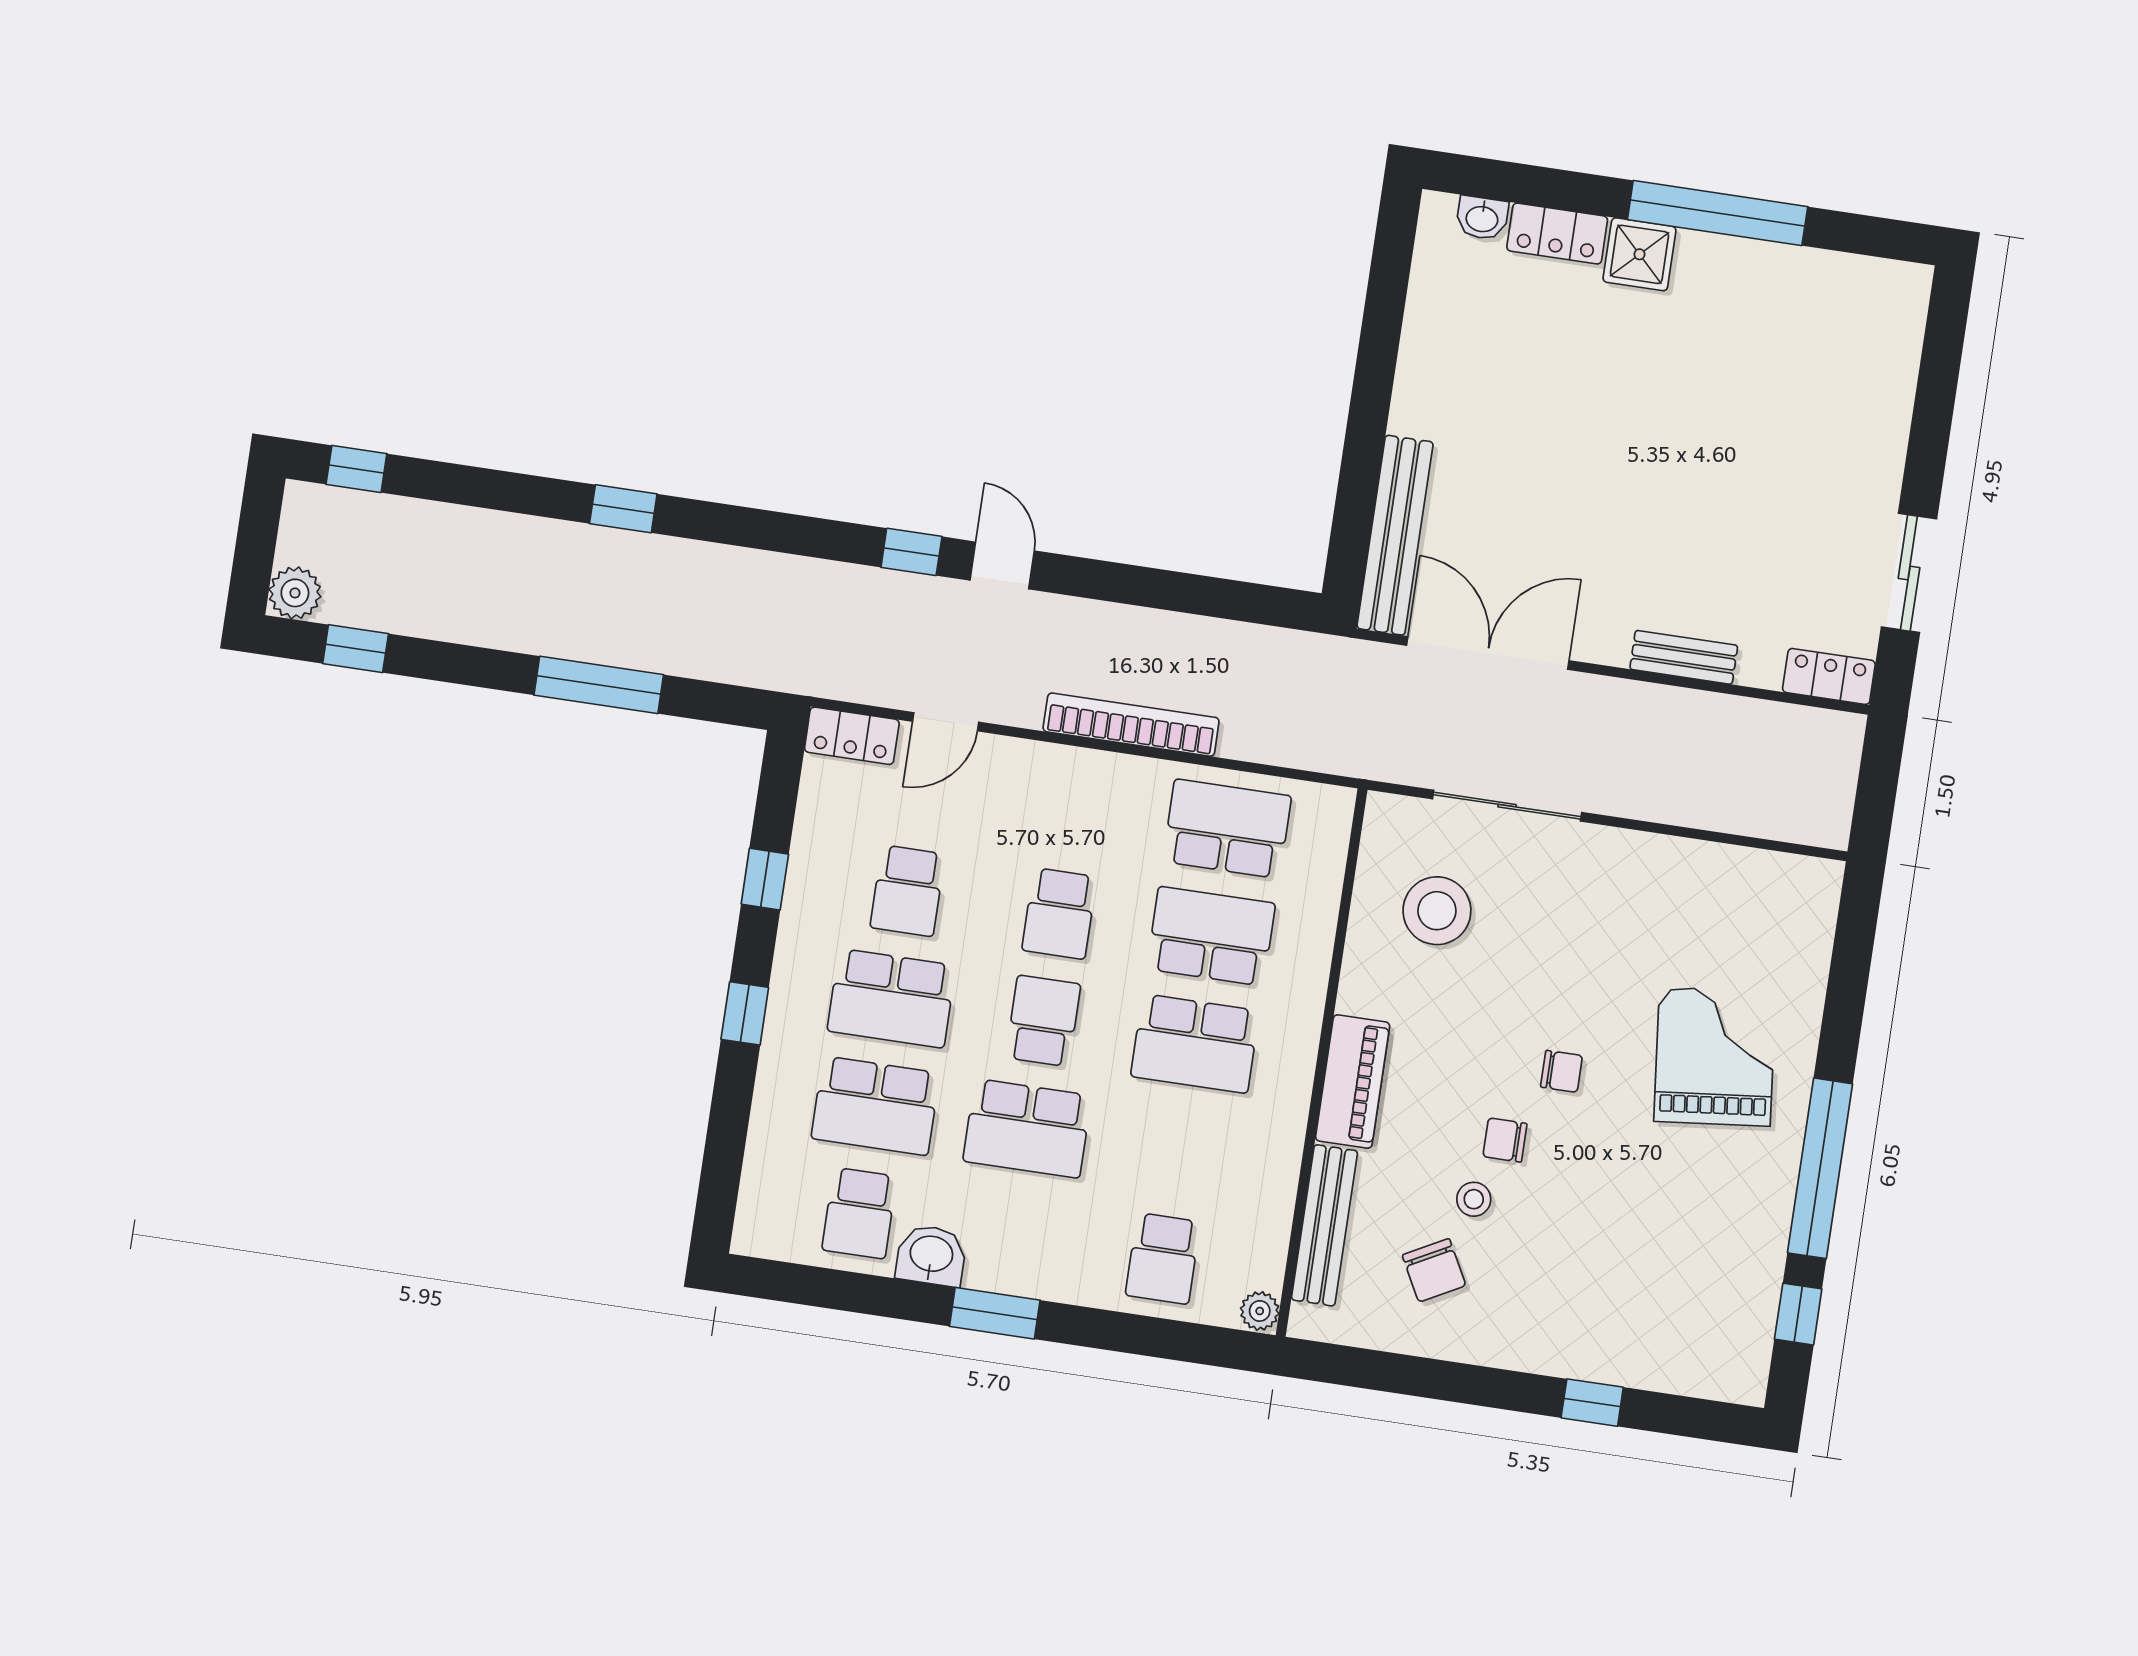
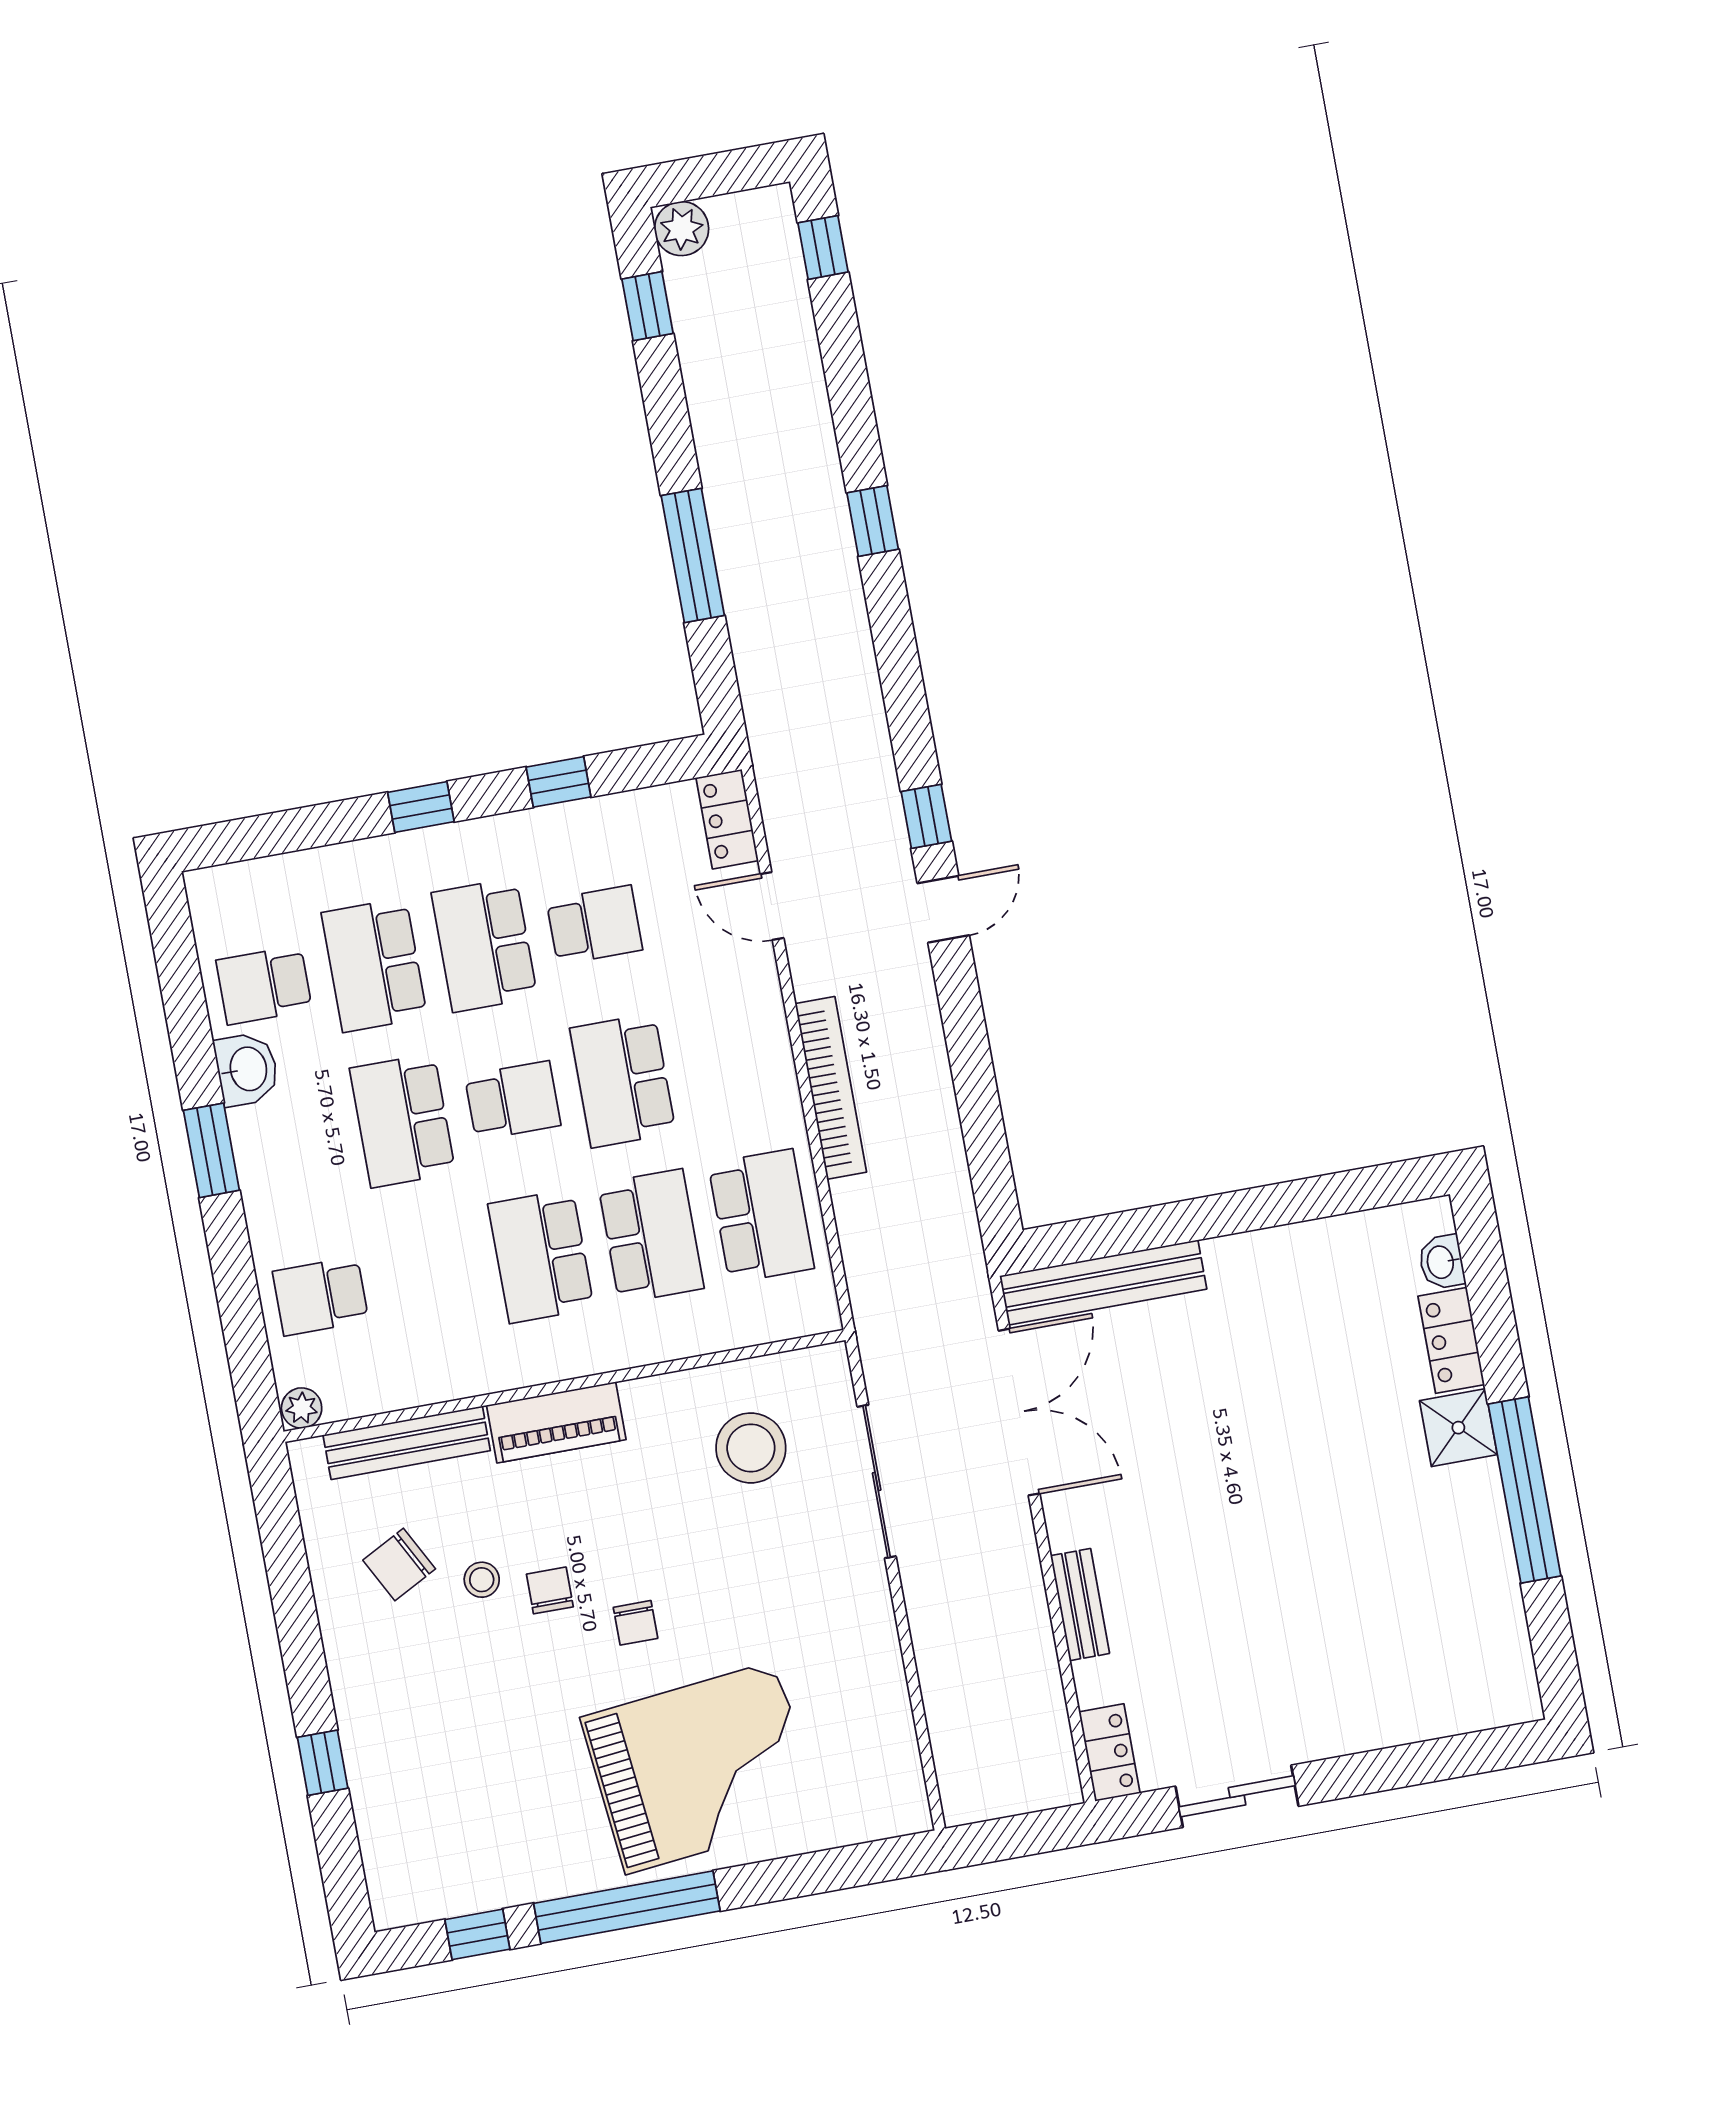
school desk: (908, 891) -> (594, 925), turned 180
school desk: (1059, 913) -> (623, 1081), width x1.85
grand piano: (1715, 1057) -> (701, 1767), width x1.37, depth x1.48

